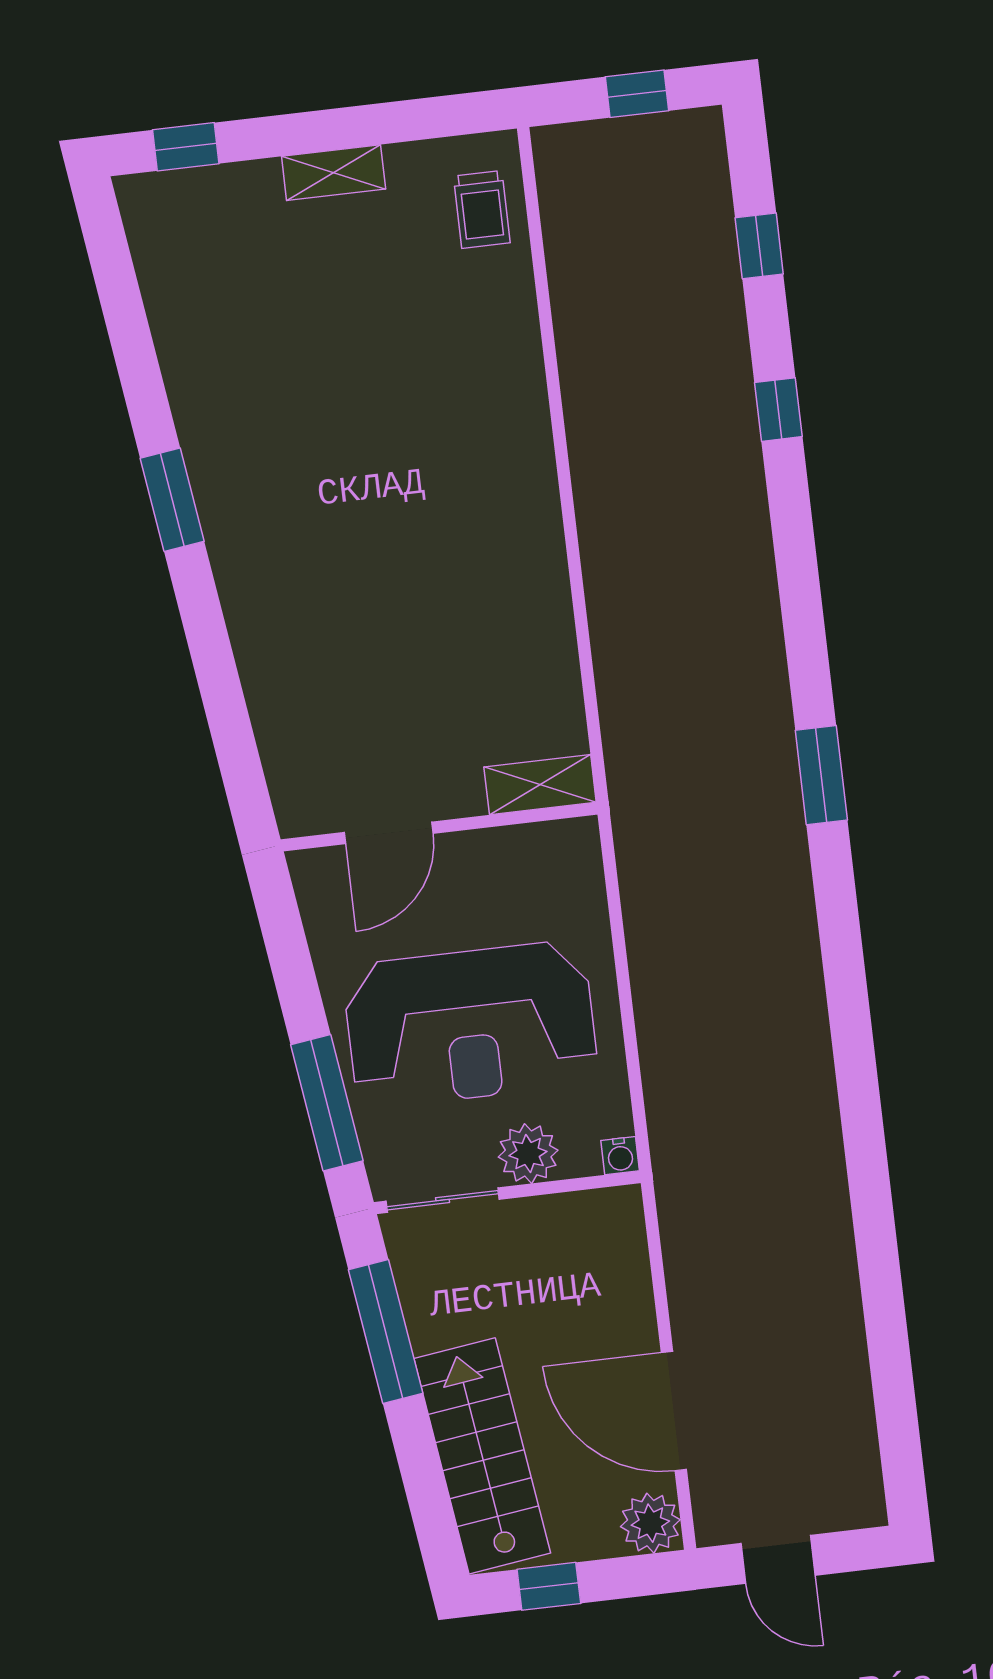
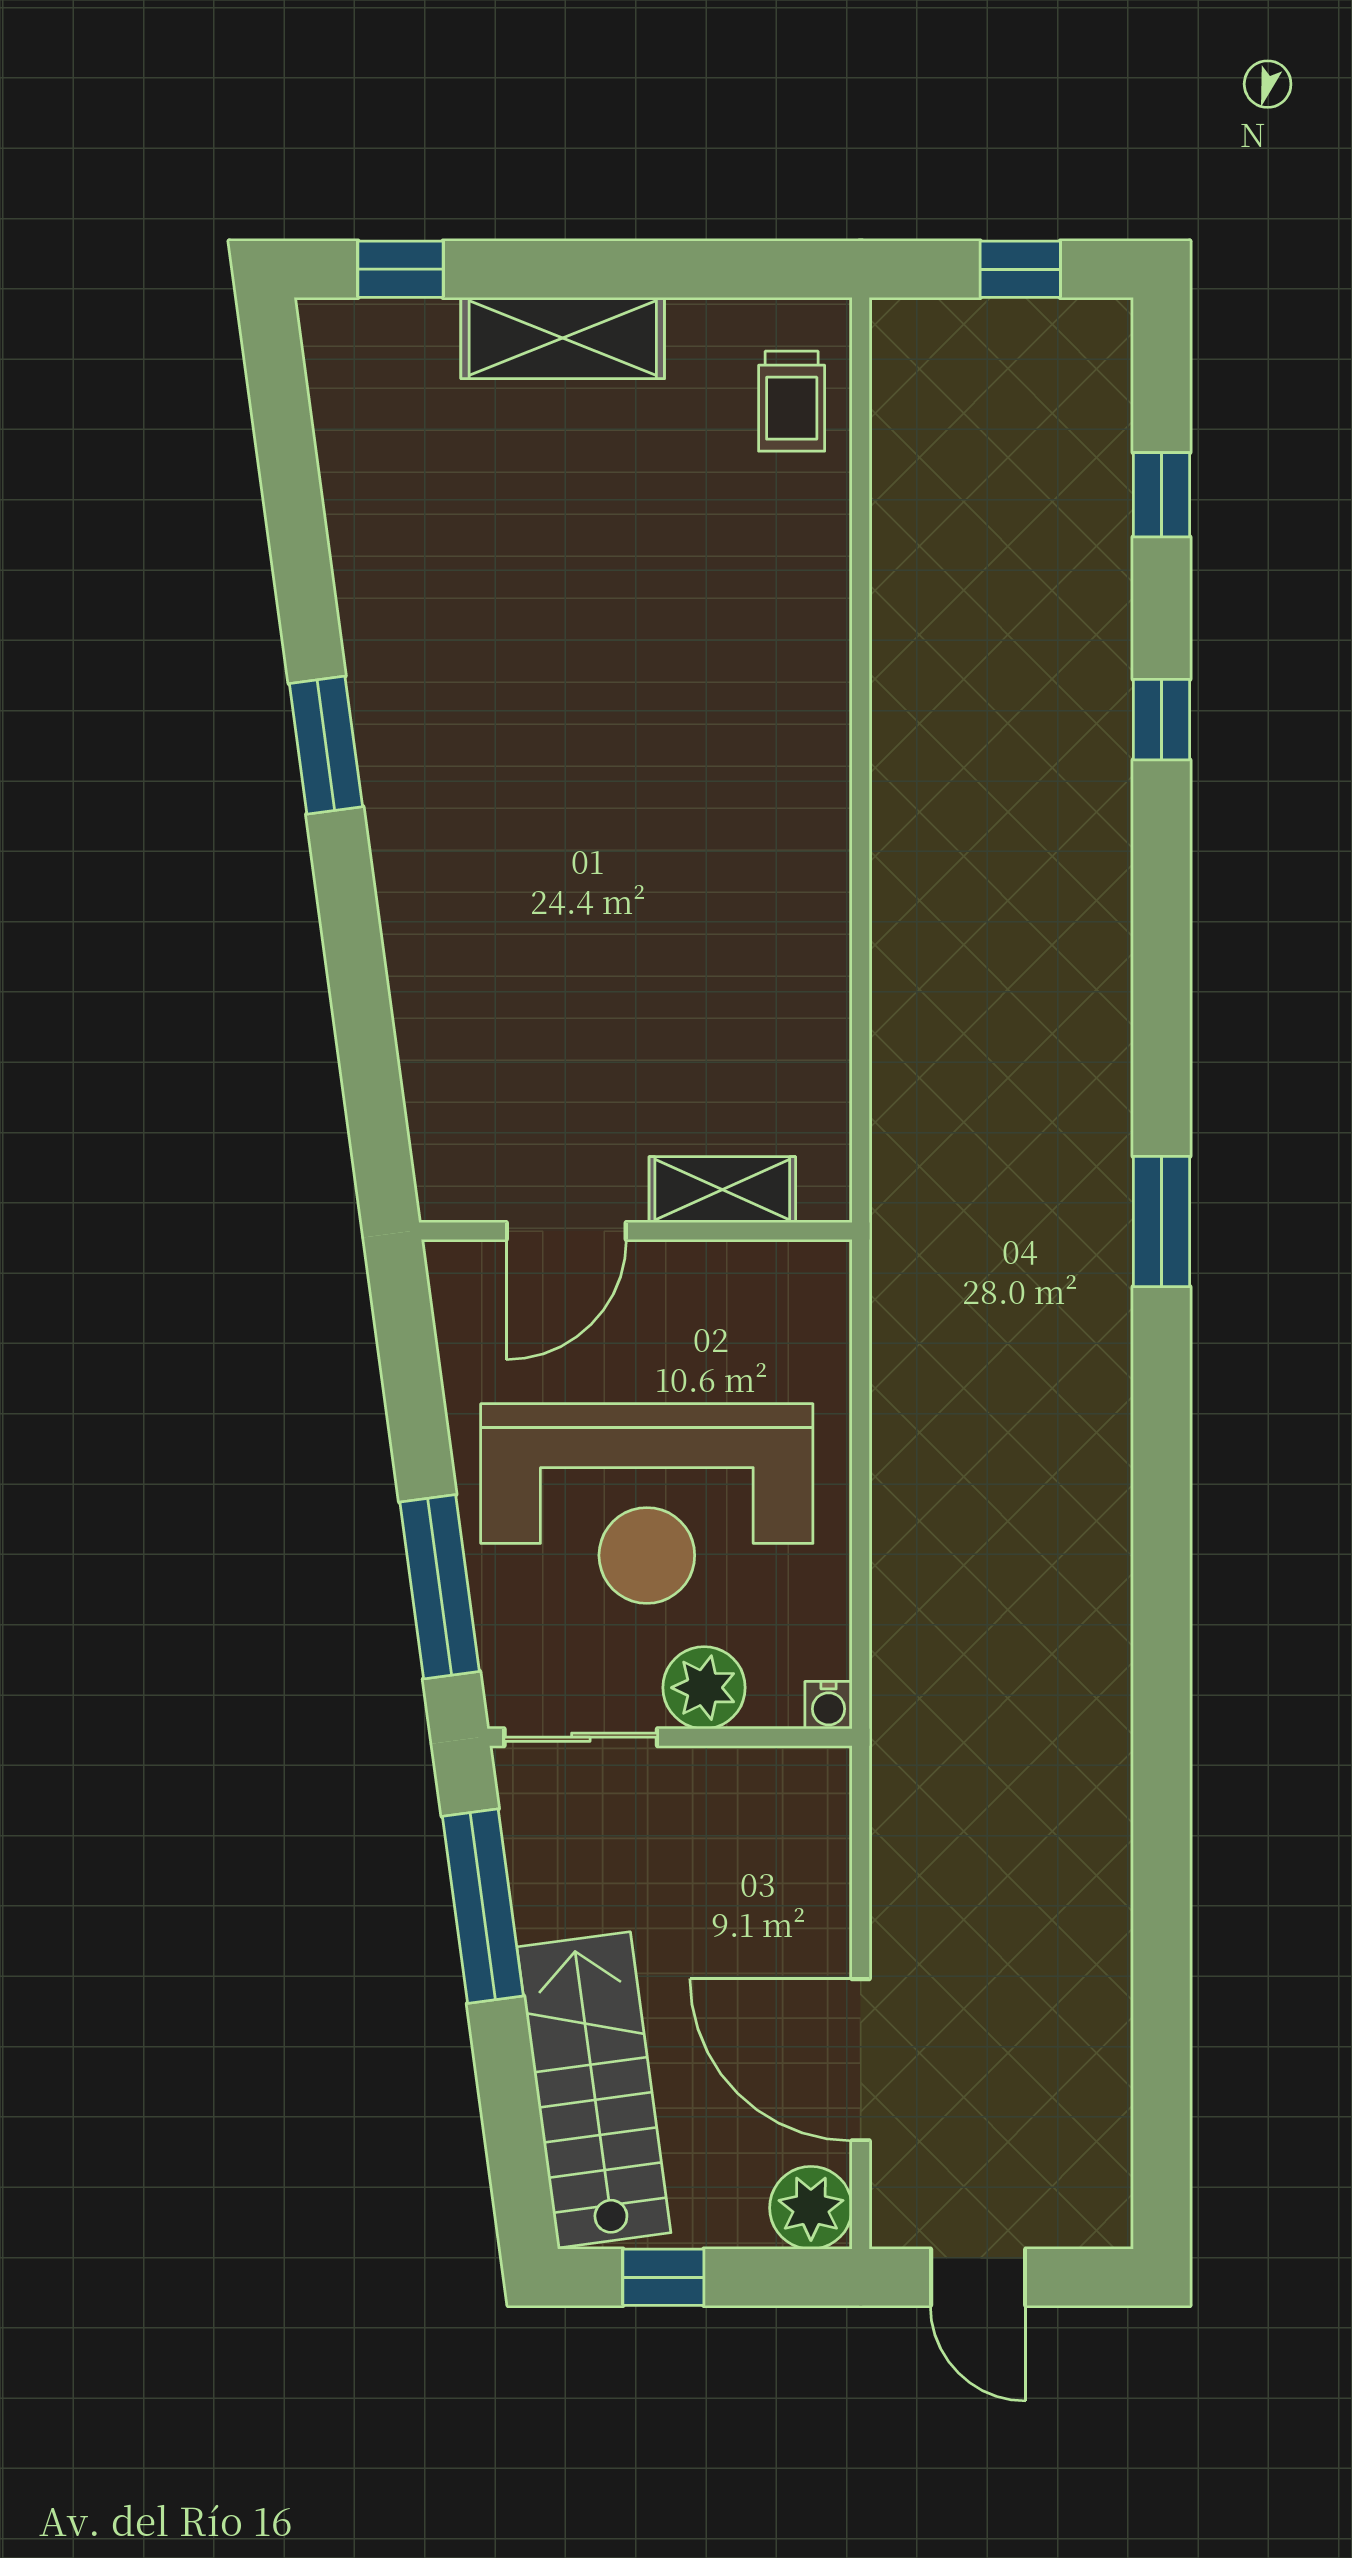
shelving: (334, 173) -> (563, 338), width x1.50, depth x1.33
shelving: (540, 785) -> (722, 1190), moved

